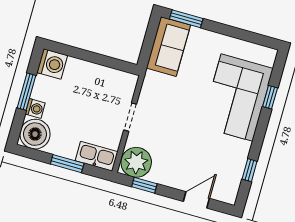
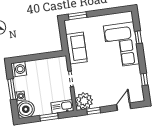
sofa: (168, 47) -> (77, 48), moved

